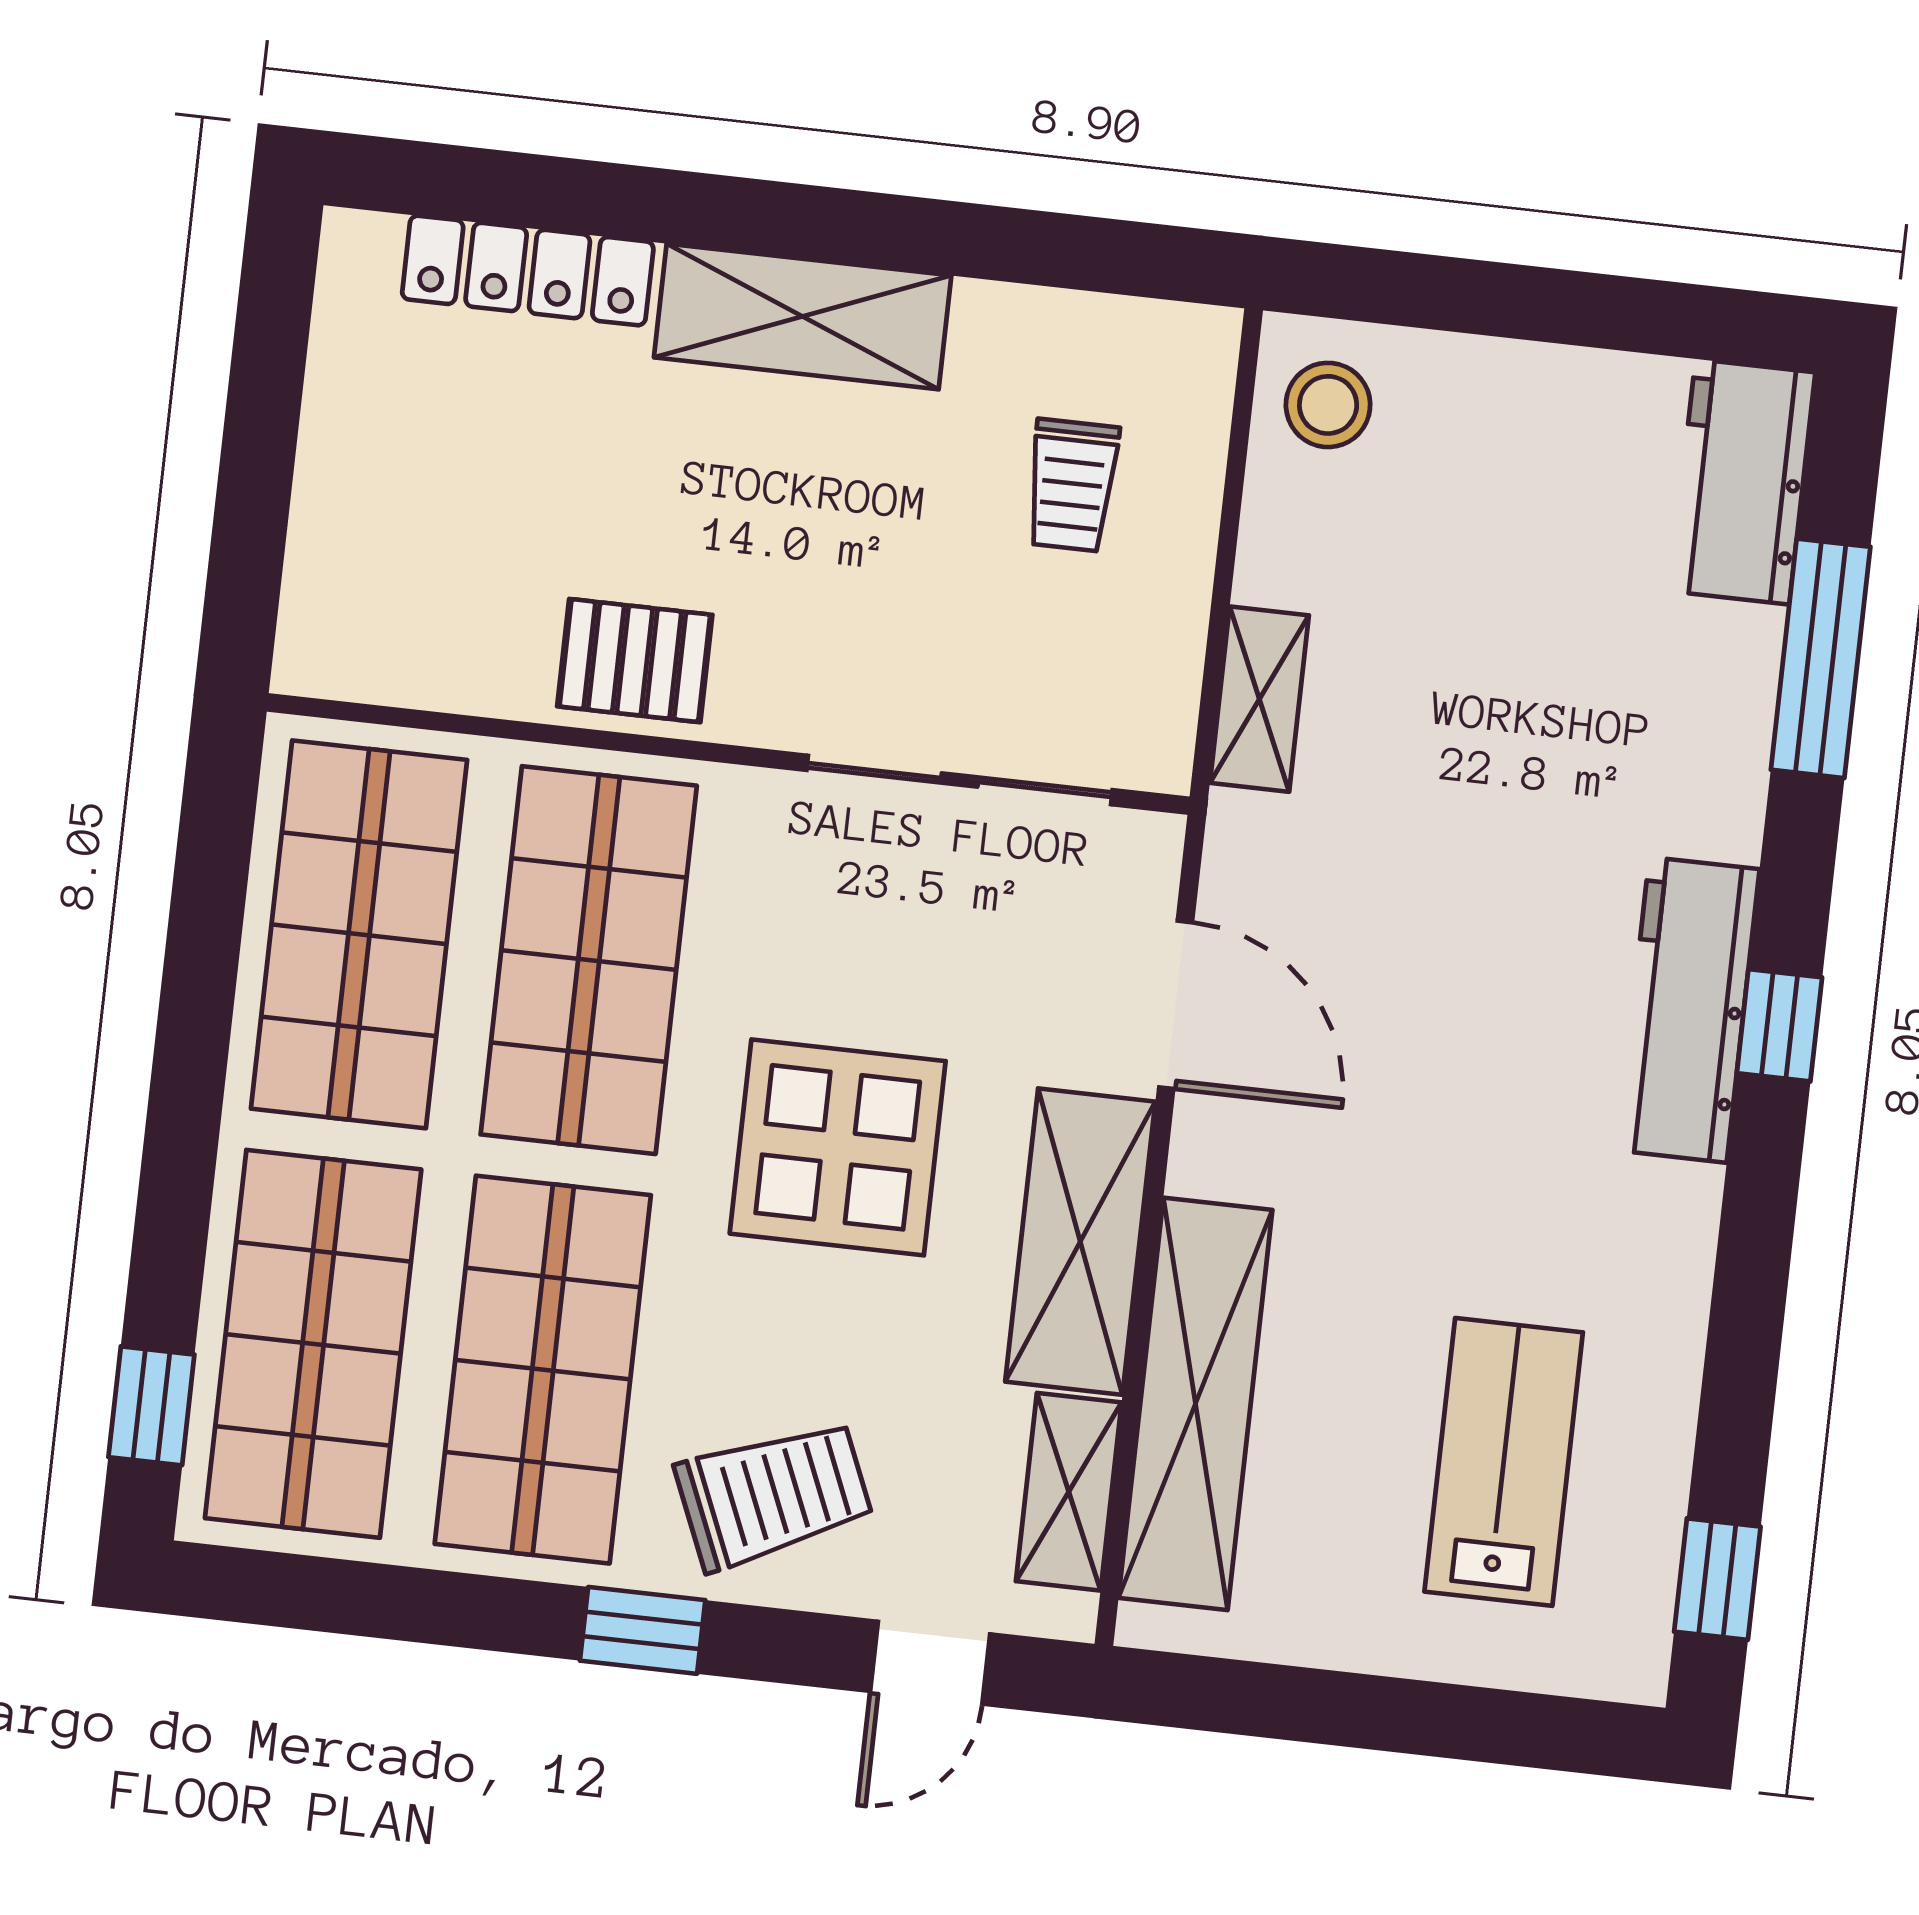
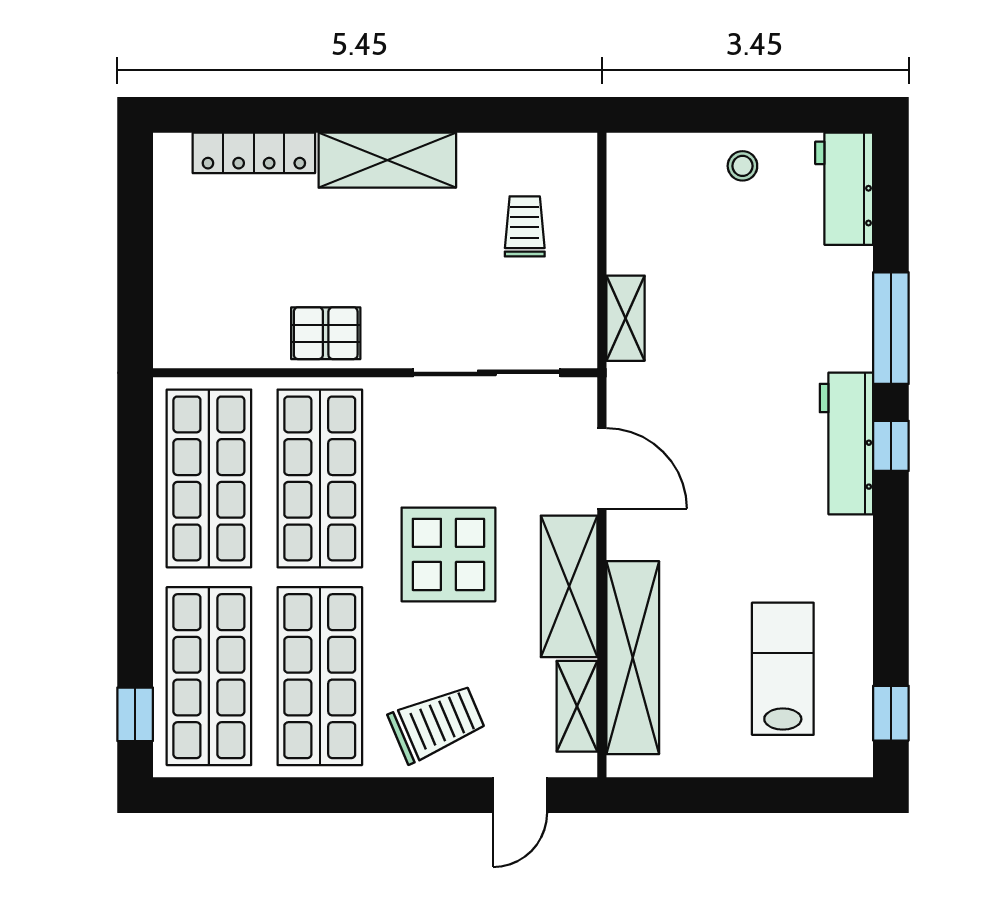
stool: (1328, 405) -> (742, 166), moved, width x0.73, depth x0.73
trolley: (1072, 485) -> (525, 226), turned 180
window: (1821, 658) -> (891, 328), moved
window: (643, 1630) -> (381, 795), removed

